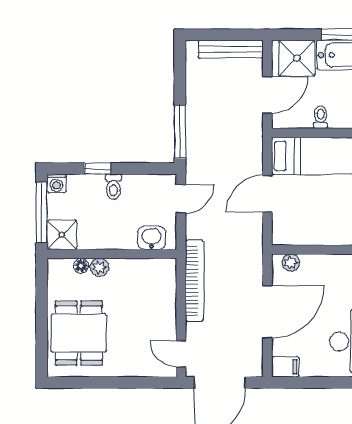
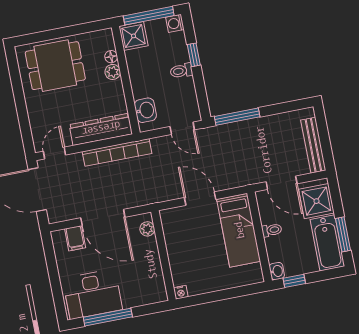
dresser: (164, 294) -> (101, 129), added
filing cabinet: (285, 367) -> (75, 238), moved

